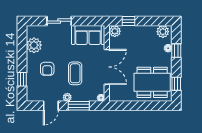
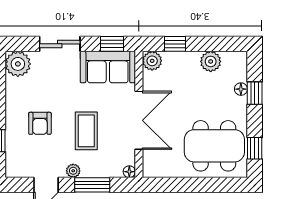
window: (91, 21) -> (112, 44), added
plant: (163, 32) -> (211, 61), moved
plant: (34, 45) -> (18, 64), moved

